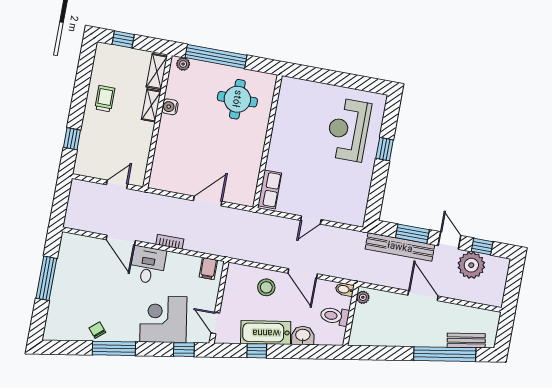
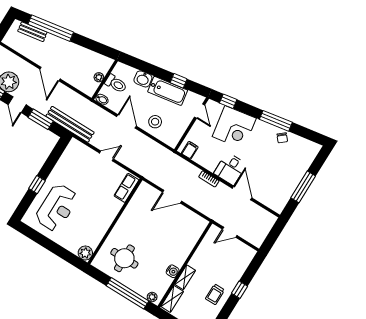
plant: (289, 87) -> (85, 253), added
window: (72, 139) -> (240, 290), moved
bench: (400, 247) -> (70, 124), moved
plant: (363, 297) -> (99, 77), moved

